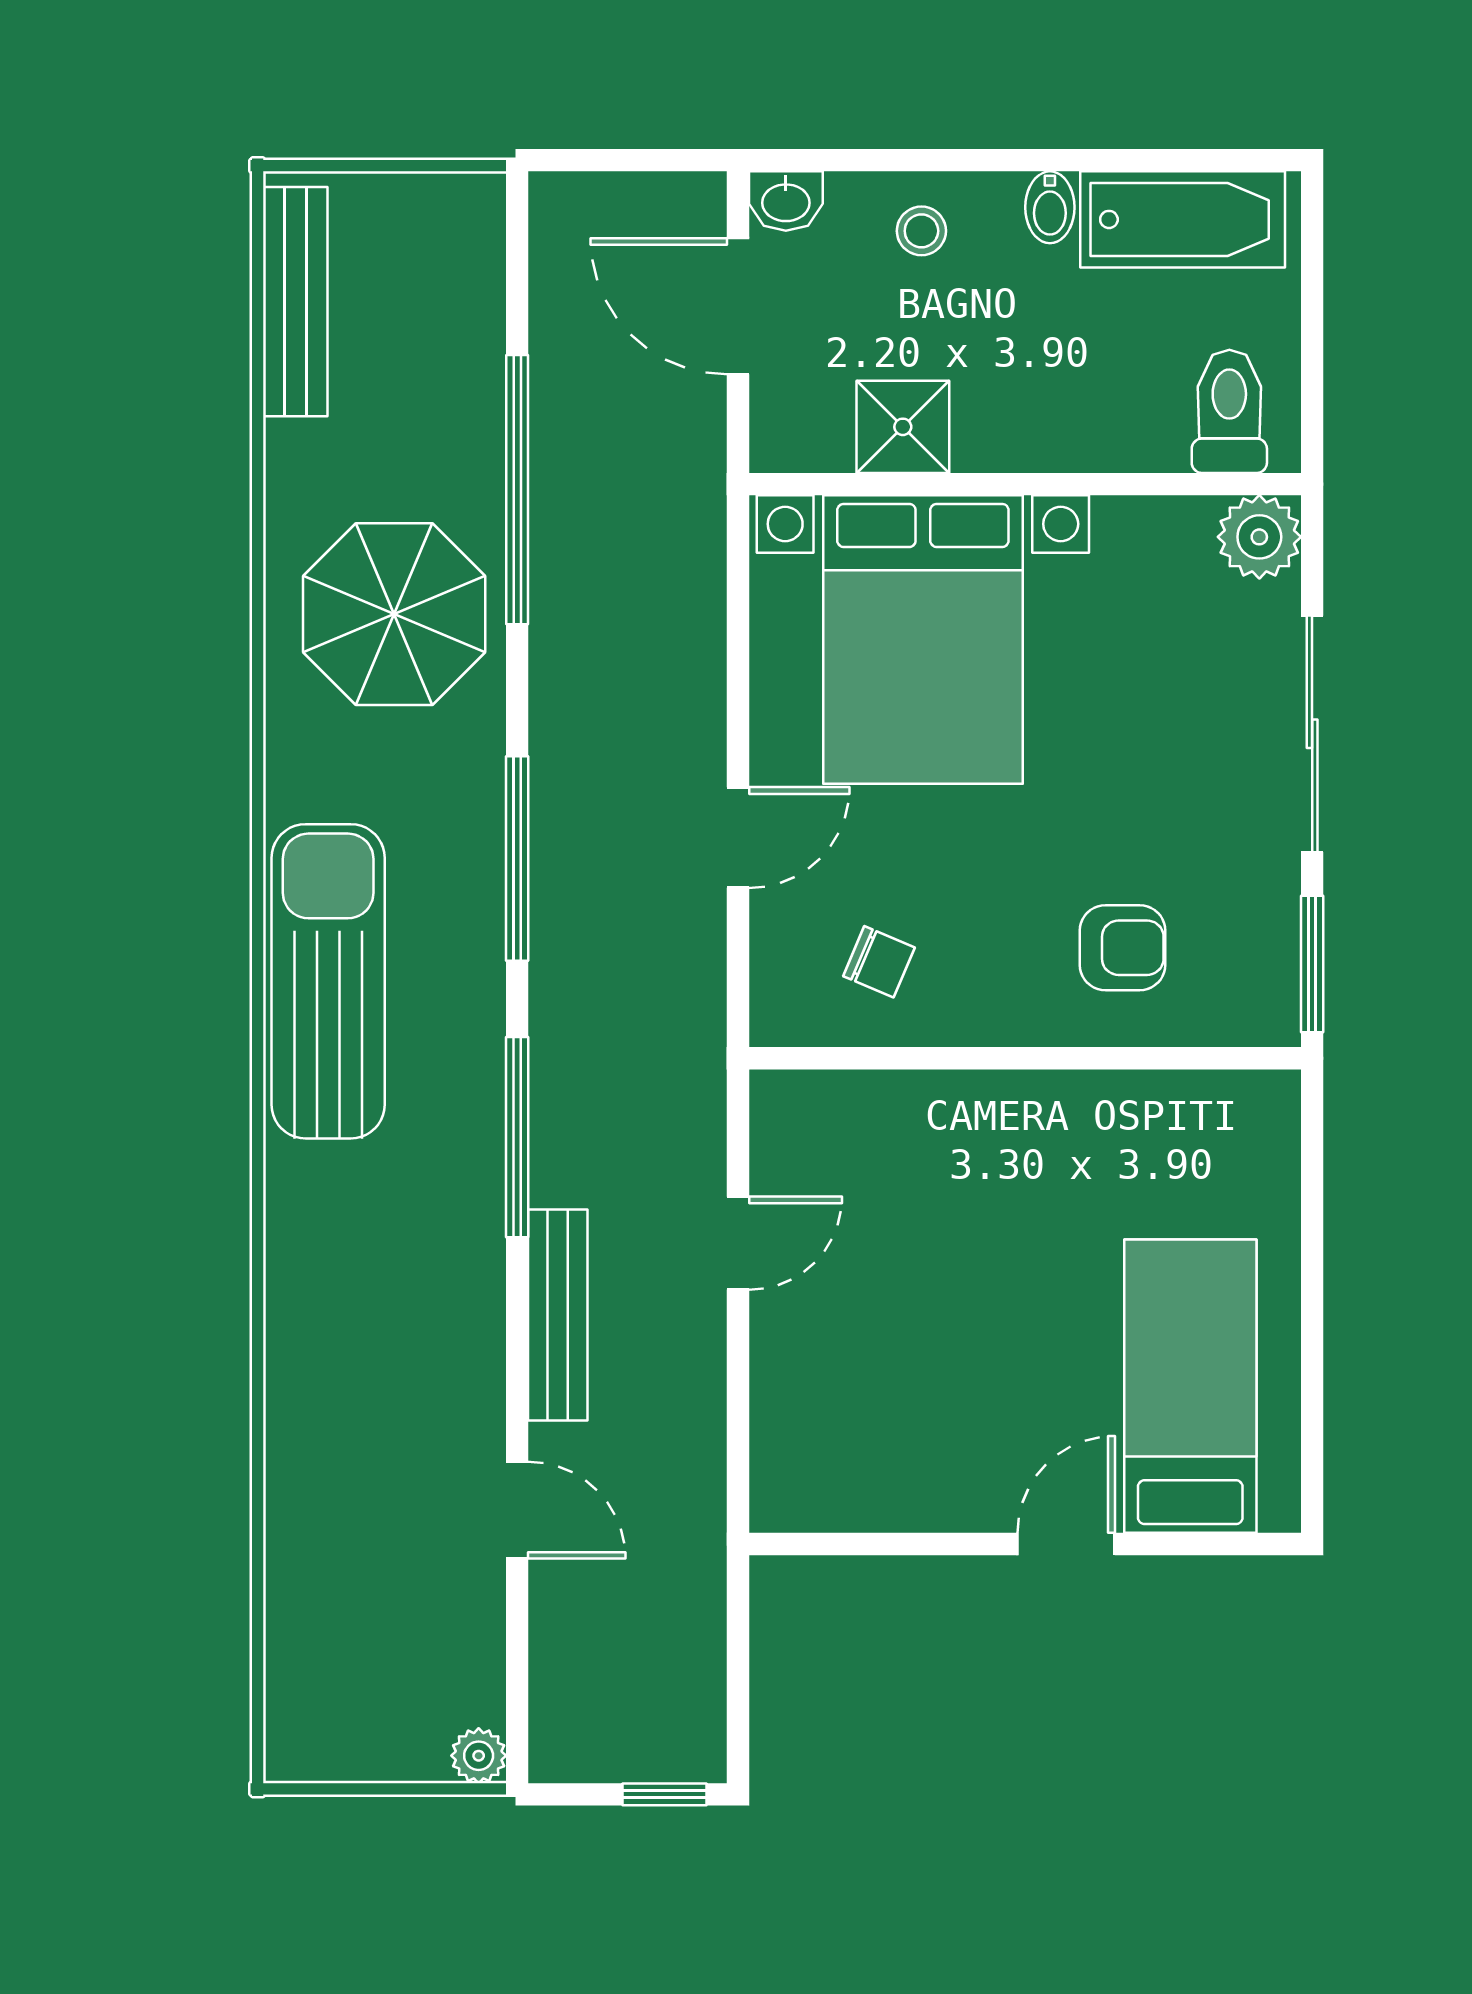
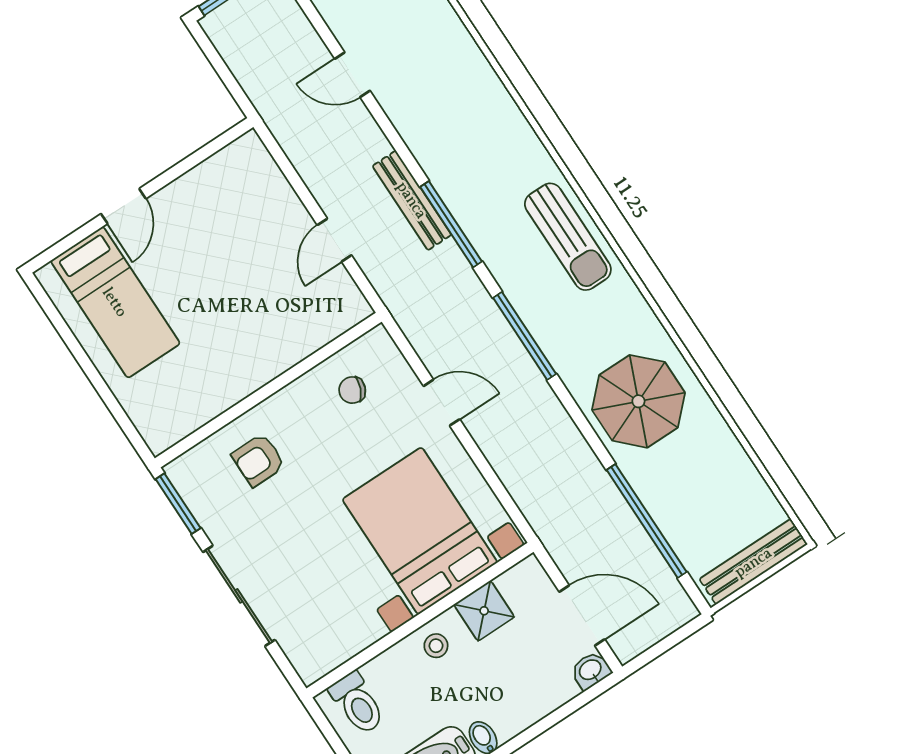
stool: (921, 231) -> (436, 646), moved
bench: (295, 302) -> (753, 562), moved, turned 90
window: (517, 490) -> (647, 521), moved
plant: (1259, 537) -> (312, 661), removed
door: (738, 837) -> (442, 403), swing flipped
sun lounger: (328, 981) -> (568, 237), width x0.73, depth x0.75
bench: (558, 1315) -> (412, 200), moved

